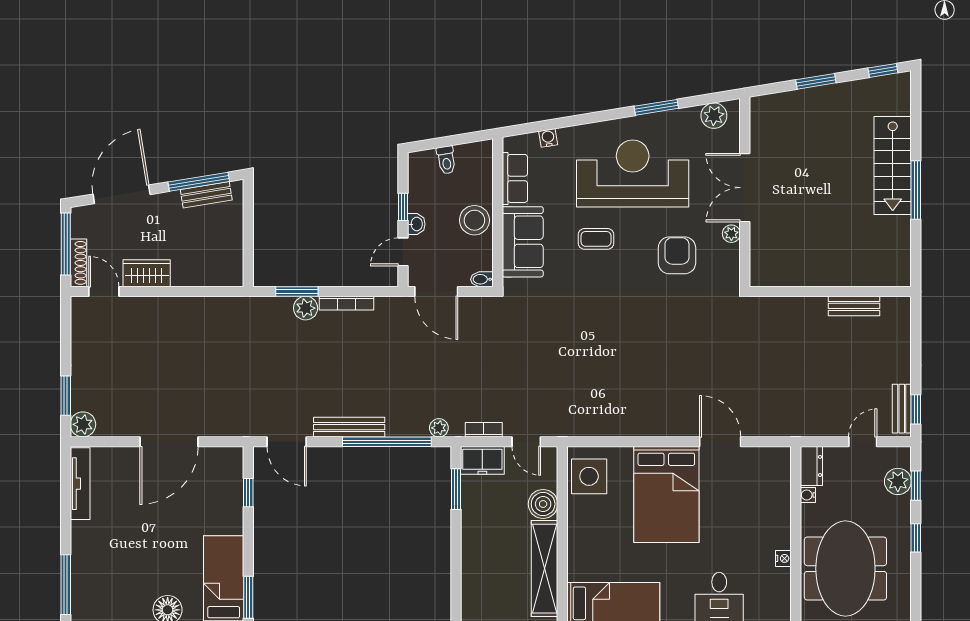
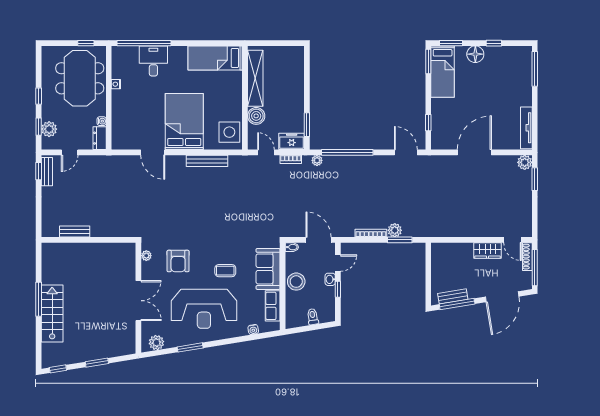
plant: (731, 234) -> (146, 256), moved
bench: (349, 427) -> (207, 161), moved

